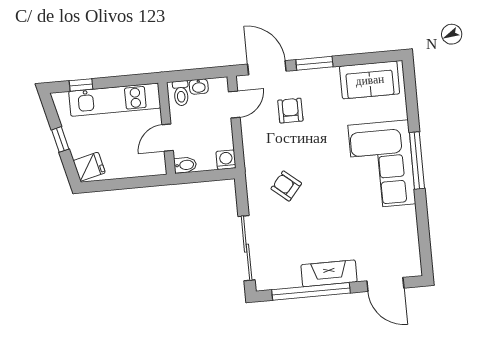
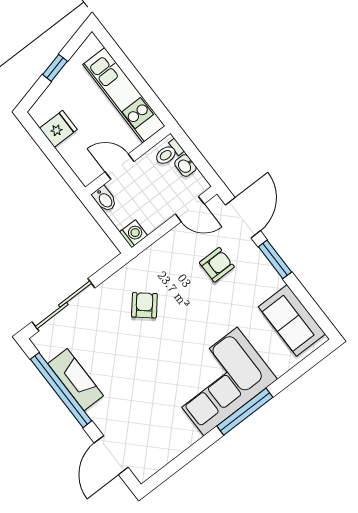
window: (81, 85) -> (118, 55), removed
fridge: (89, 167) -> (58, 129), moved, turned -76
fireplace: (329, 273) -> (76, 380), moved

